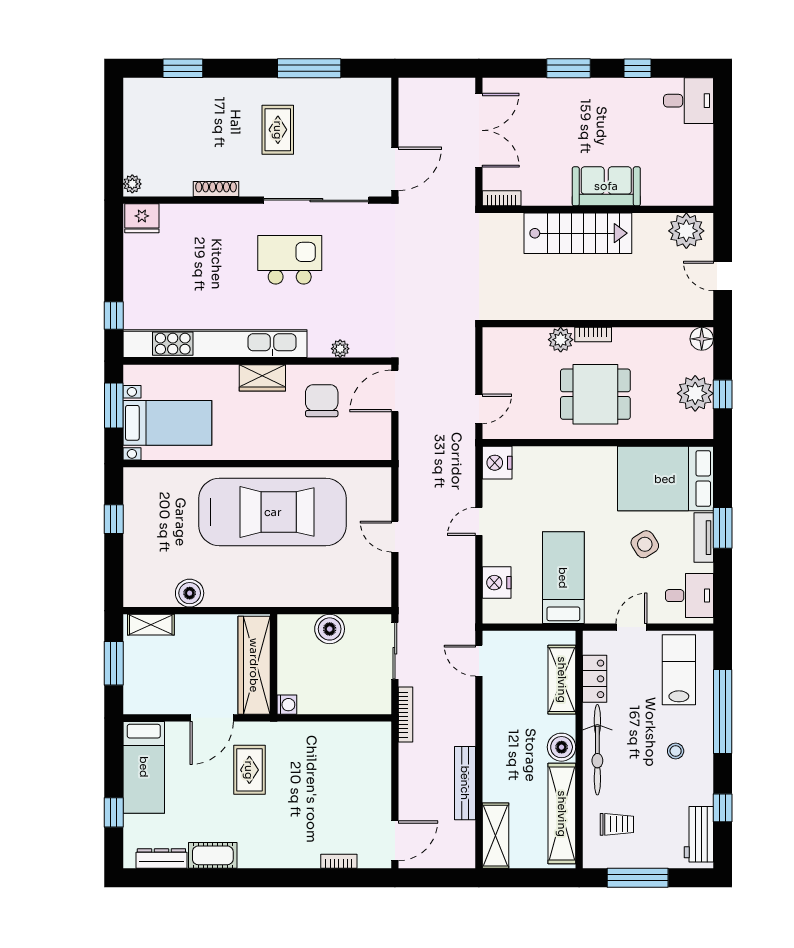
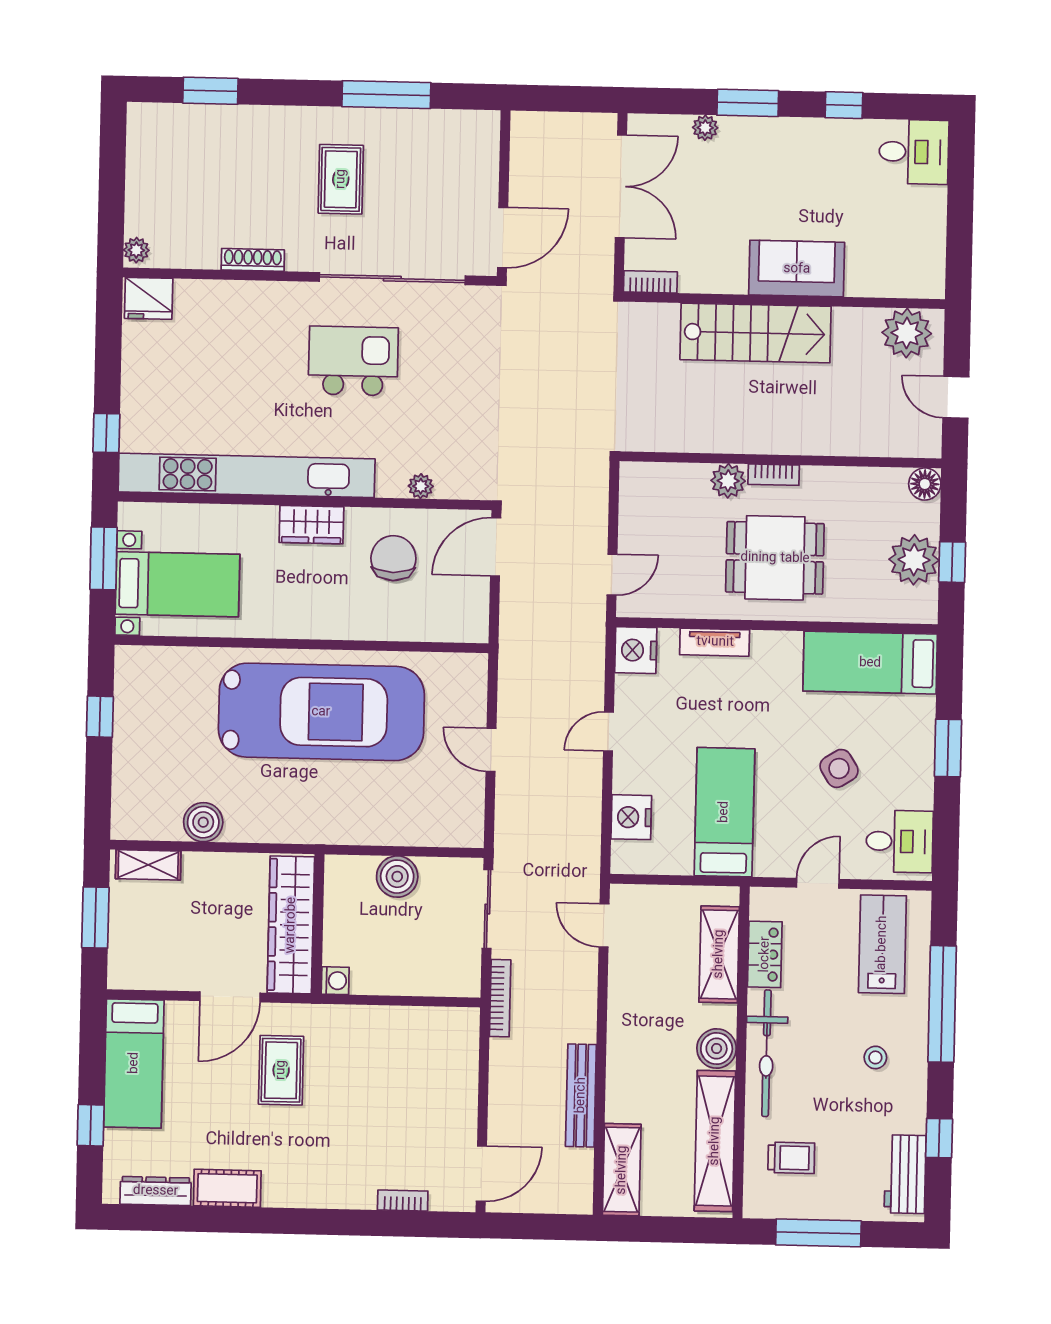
plant: (538, 87) -> (705, 128), added
bed: (665, 479) -> (870, 663), width x0.67
tv unit: (704, 538) -> (715, 642), moved, turned -90

